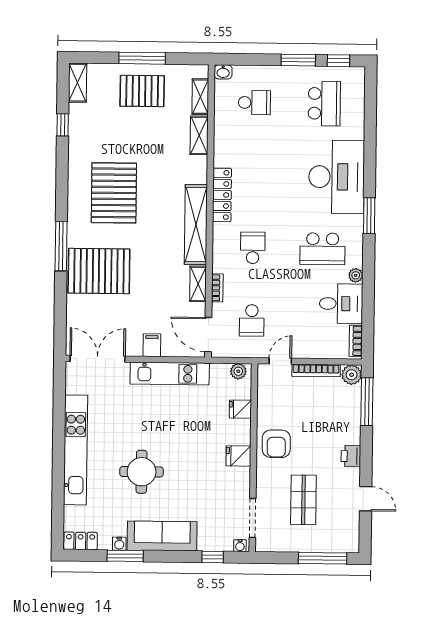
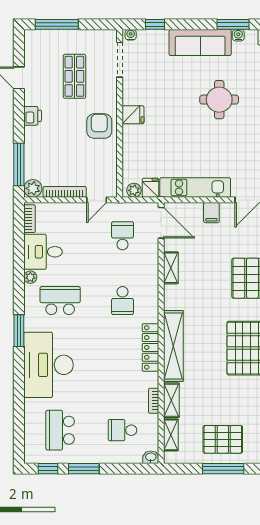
shelving: (196, 224) -> (173, 346), moved
bookcase: (217, 288) -> (154, 401), moved
fridge: (240, 409) -> (151, 188), moved, turned -90

